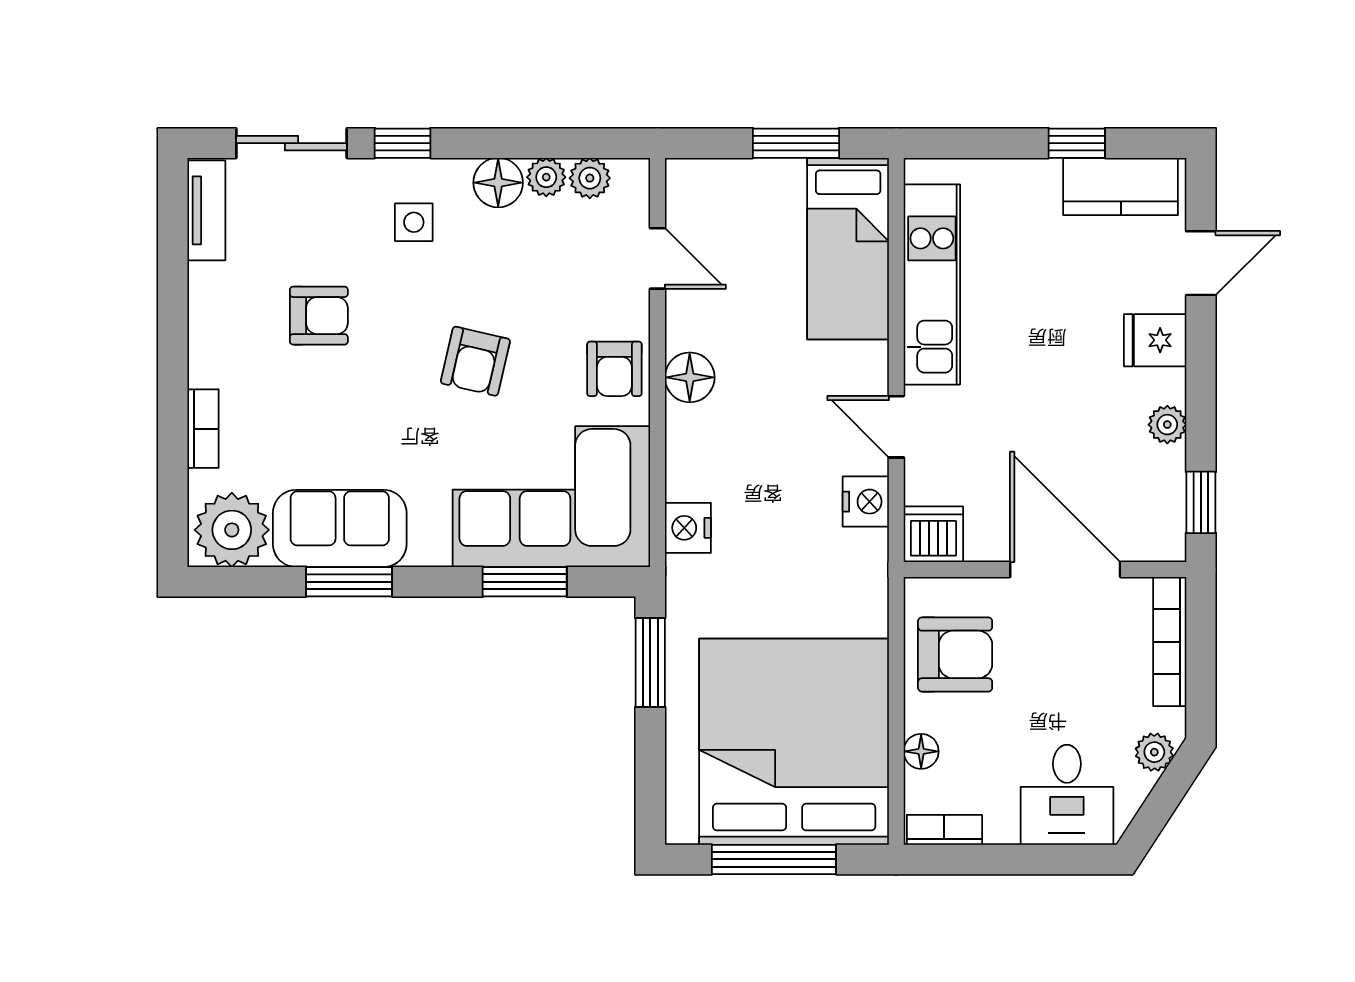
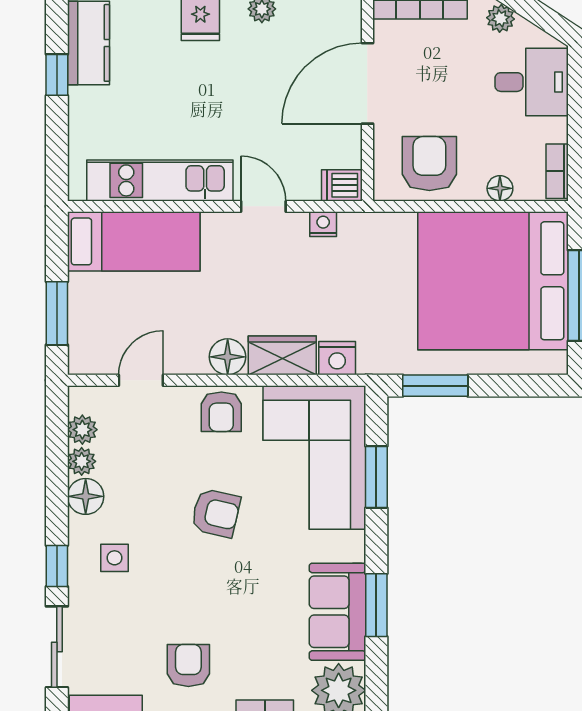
window: (796, 143) -> (57, 313), moved
armchair: (319, 316) -> (188, 665), moved
armchair: (614, 369) -> (221, 412), turned 90
door: (896, 427) -> (263, 206), swing flipped
wardrobe: (692, 453) -> (282, 355), added
nightstand: (866, 502) -> (323, 224), width x0.72, depth x0.74
dishwasher: (933, 534) -> (342, 185), width x0.73

